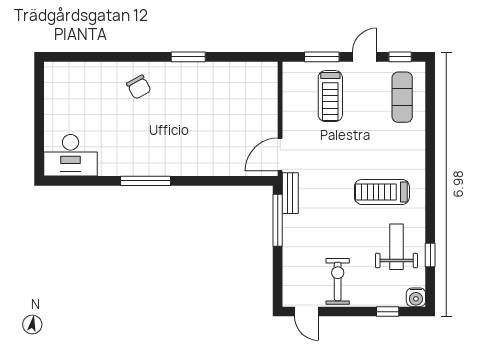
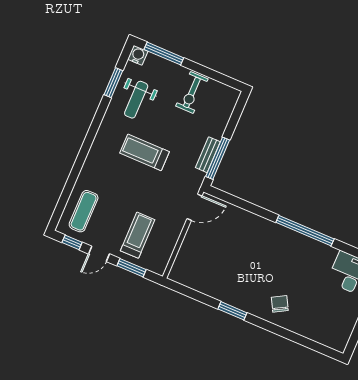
window: (146, 181) -> (305, 231), width x1.46
treadmill: (382, 192) -> (145, 152), moved, turned 180
bench: (290, 193) -> (208, 155), moved
window: (430, 255) -> (113, 83), width x1.50
door: (306, 312) -> (225, 80), removed
window: (388, 312) -> (164, 54), width x2.17

